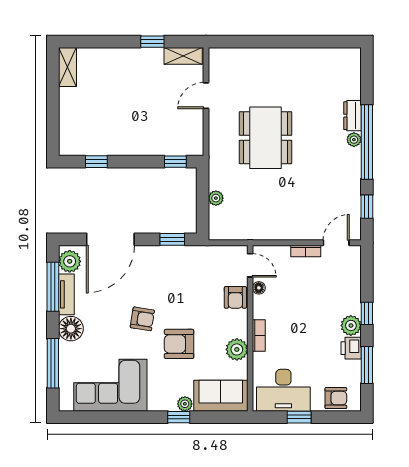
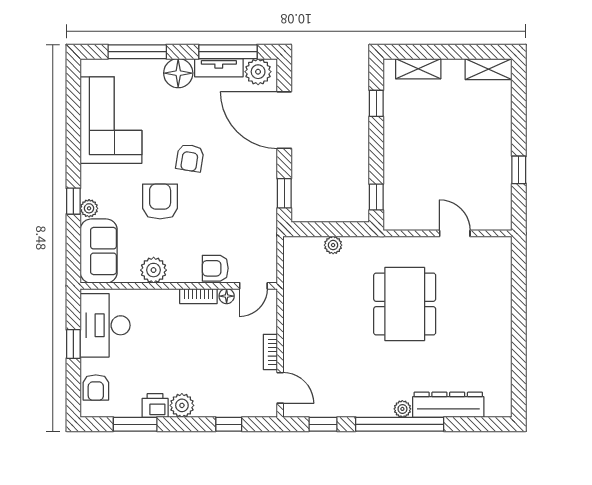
shelving: (183, 56) -> (418, 69), moved, turned 90
dresser: (352, 116) -> (448, 405), width x1.96, depth x1.24
dining table: (265, 138) -> (405, 304), turned 90
window: (367, 313) -> (229, 424), moved
bookcase: (259, 335) -> (198, 296), moved

